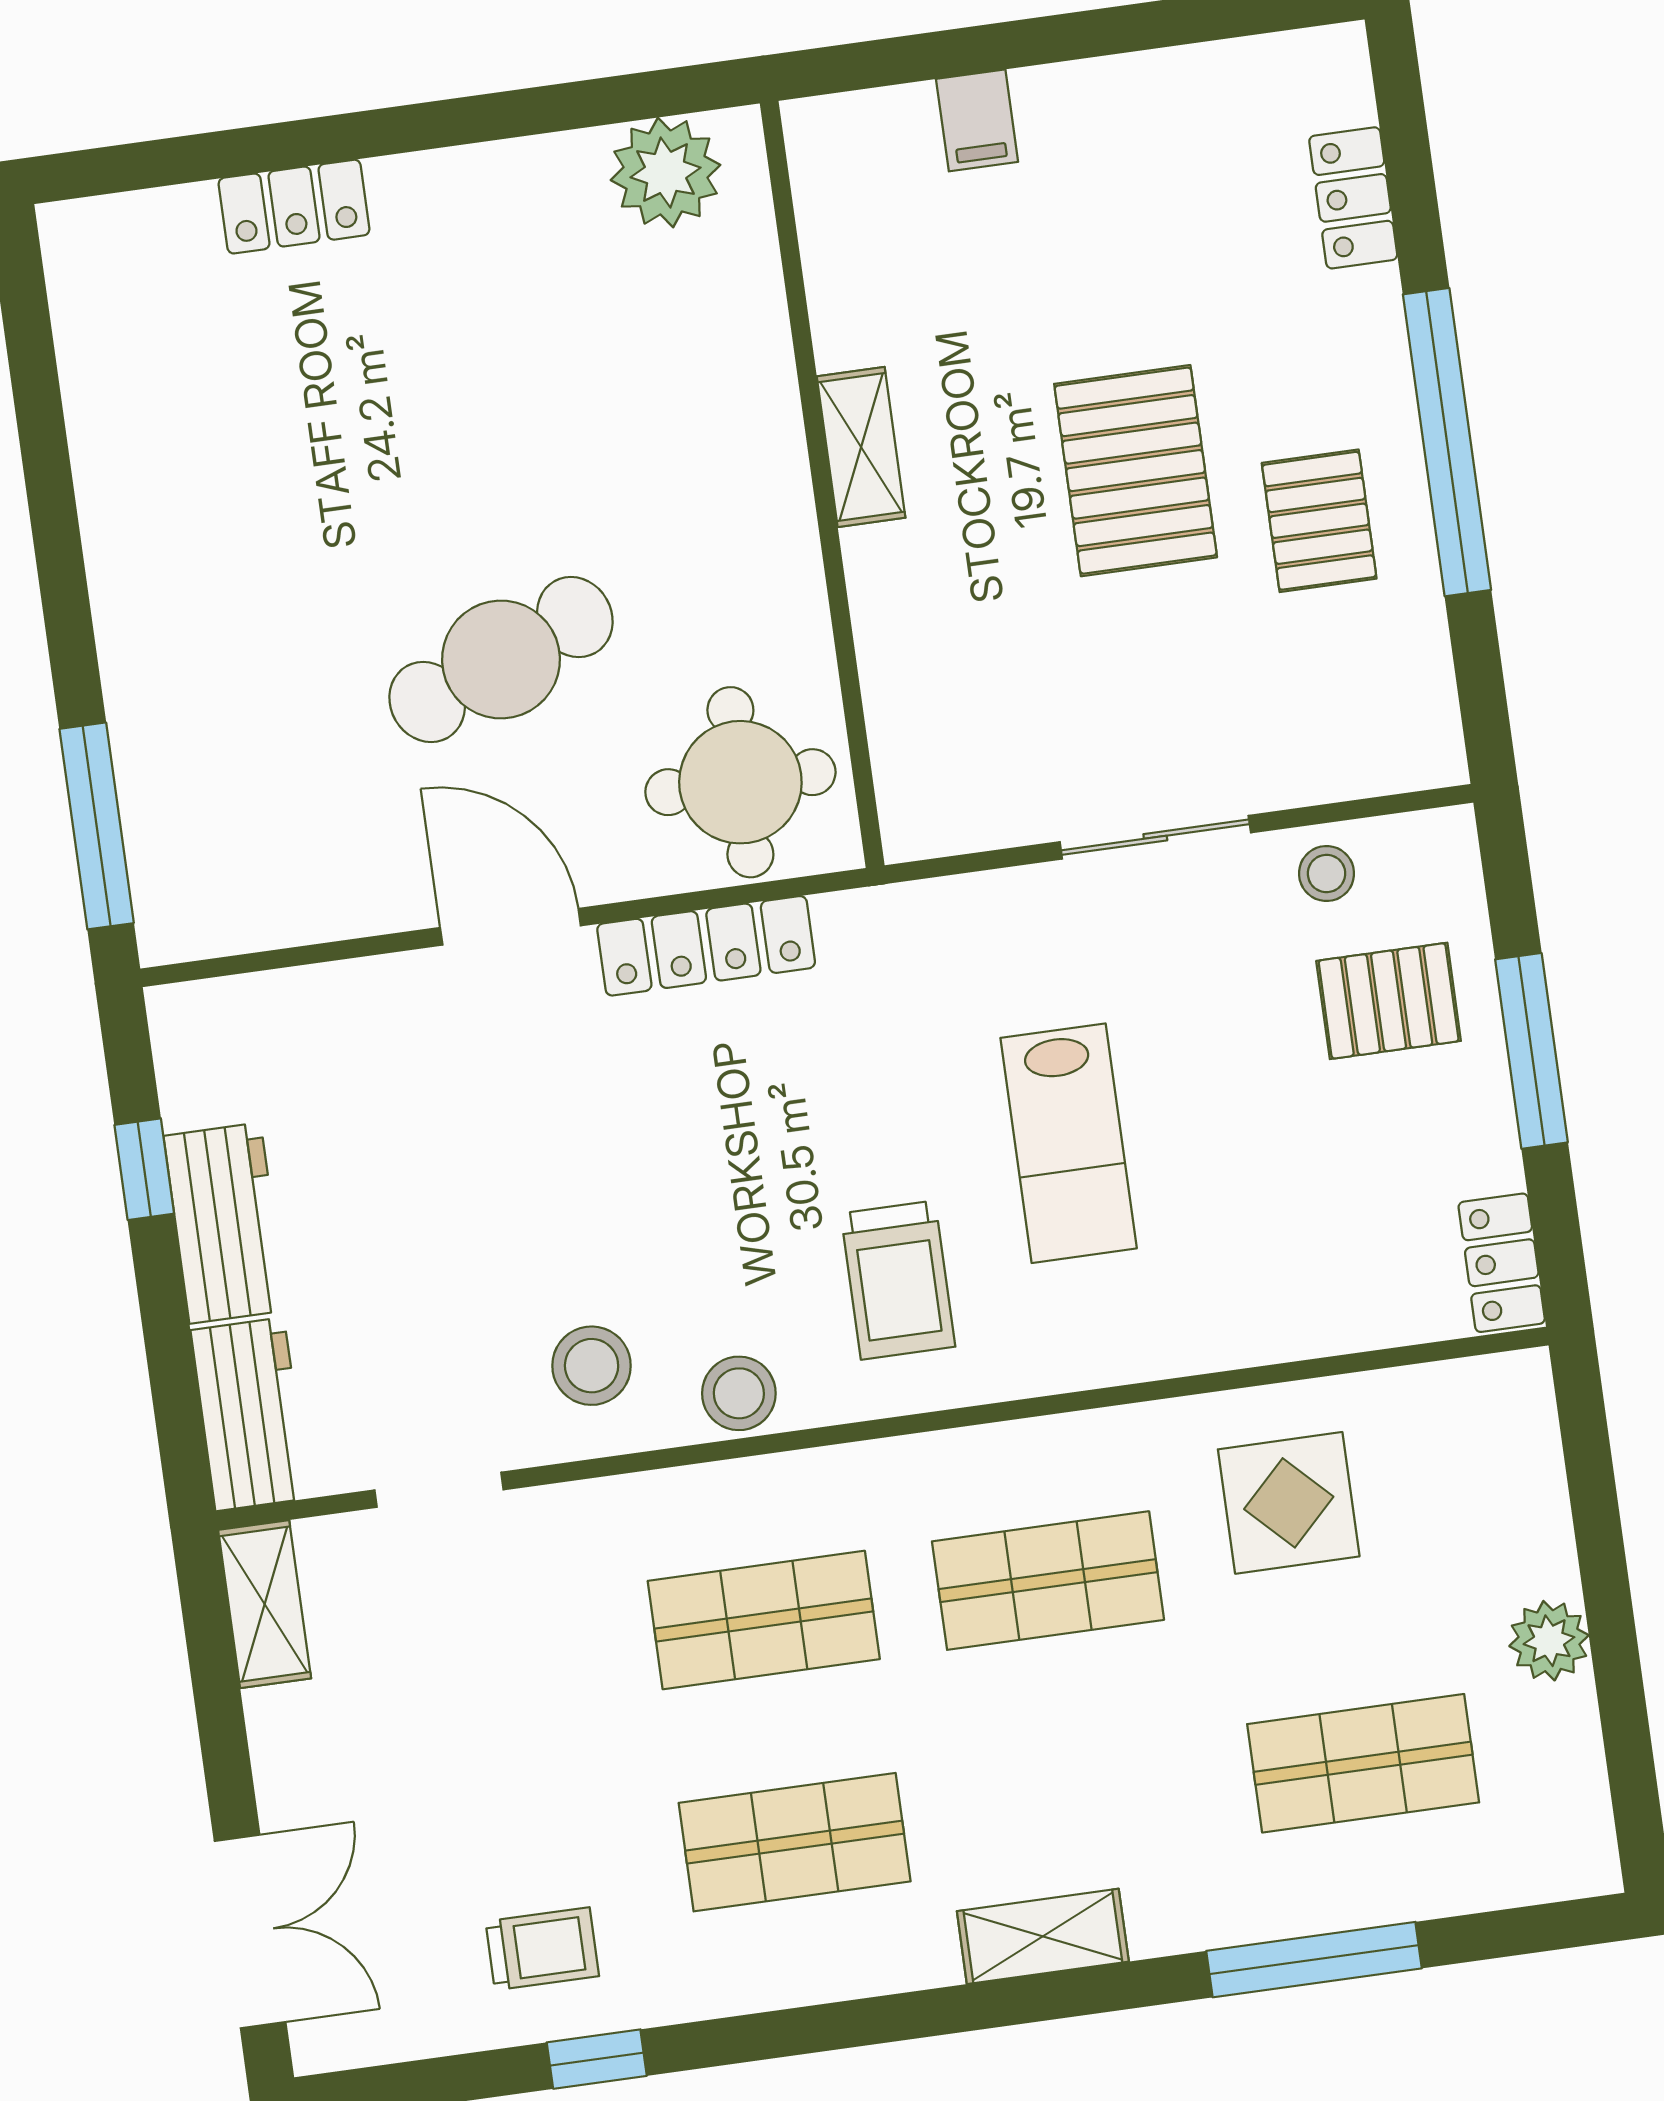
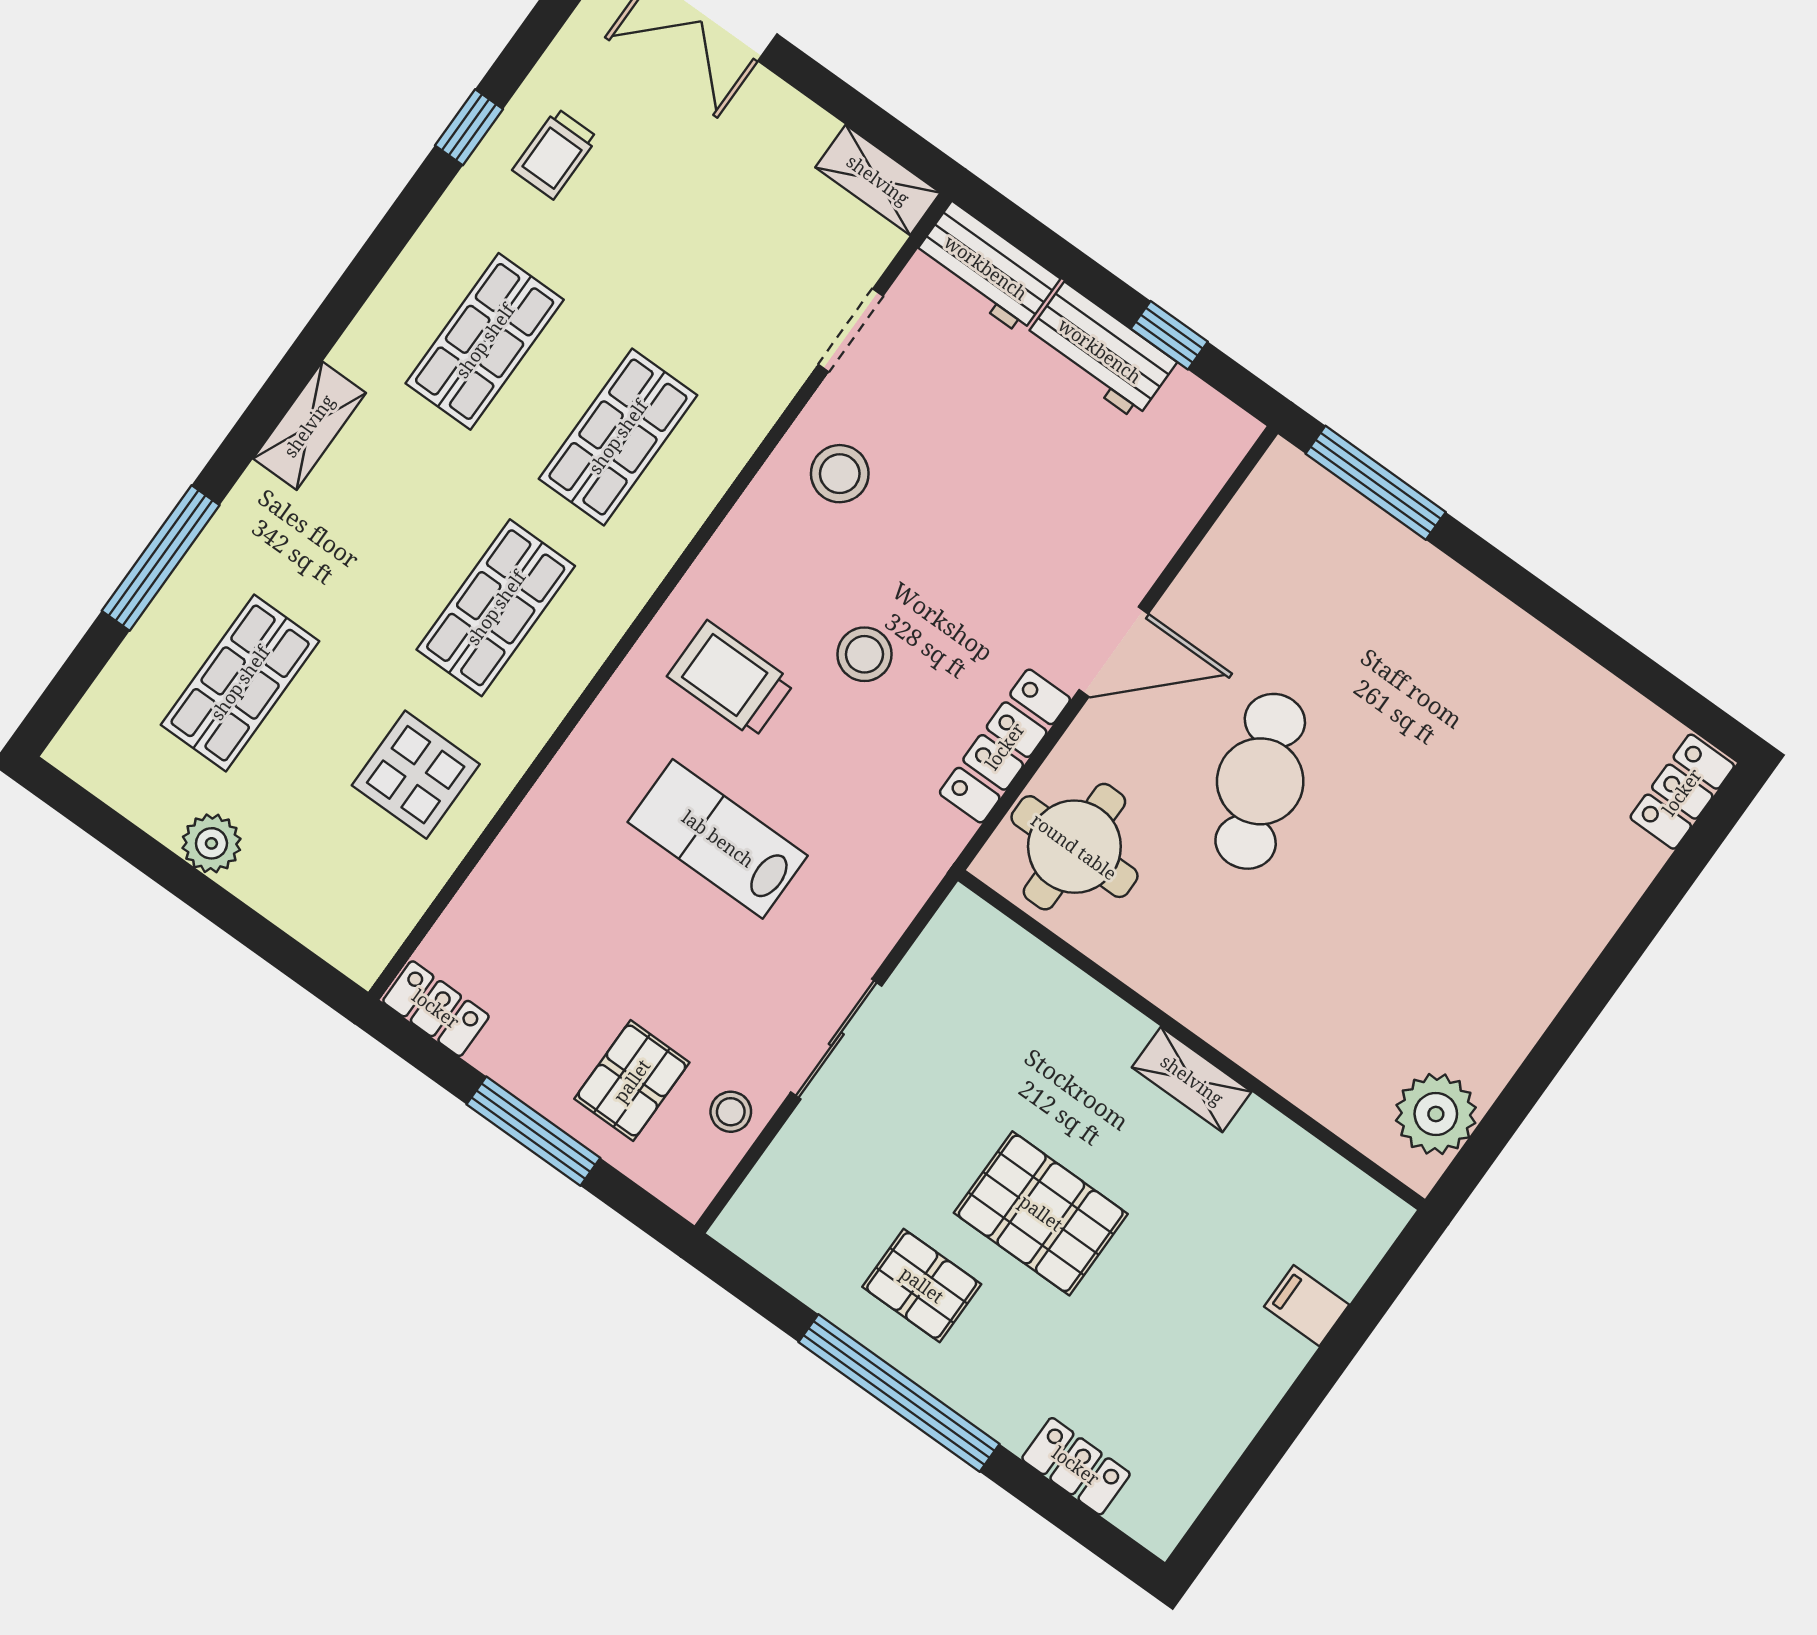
locker: (294, 207) -> (1682, 792), moved
stool: (739, 1393) -> (864, 654), moved

